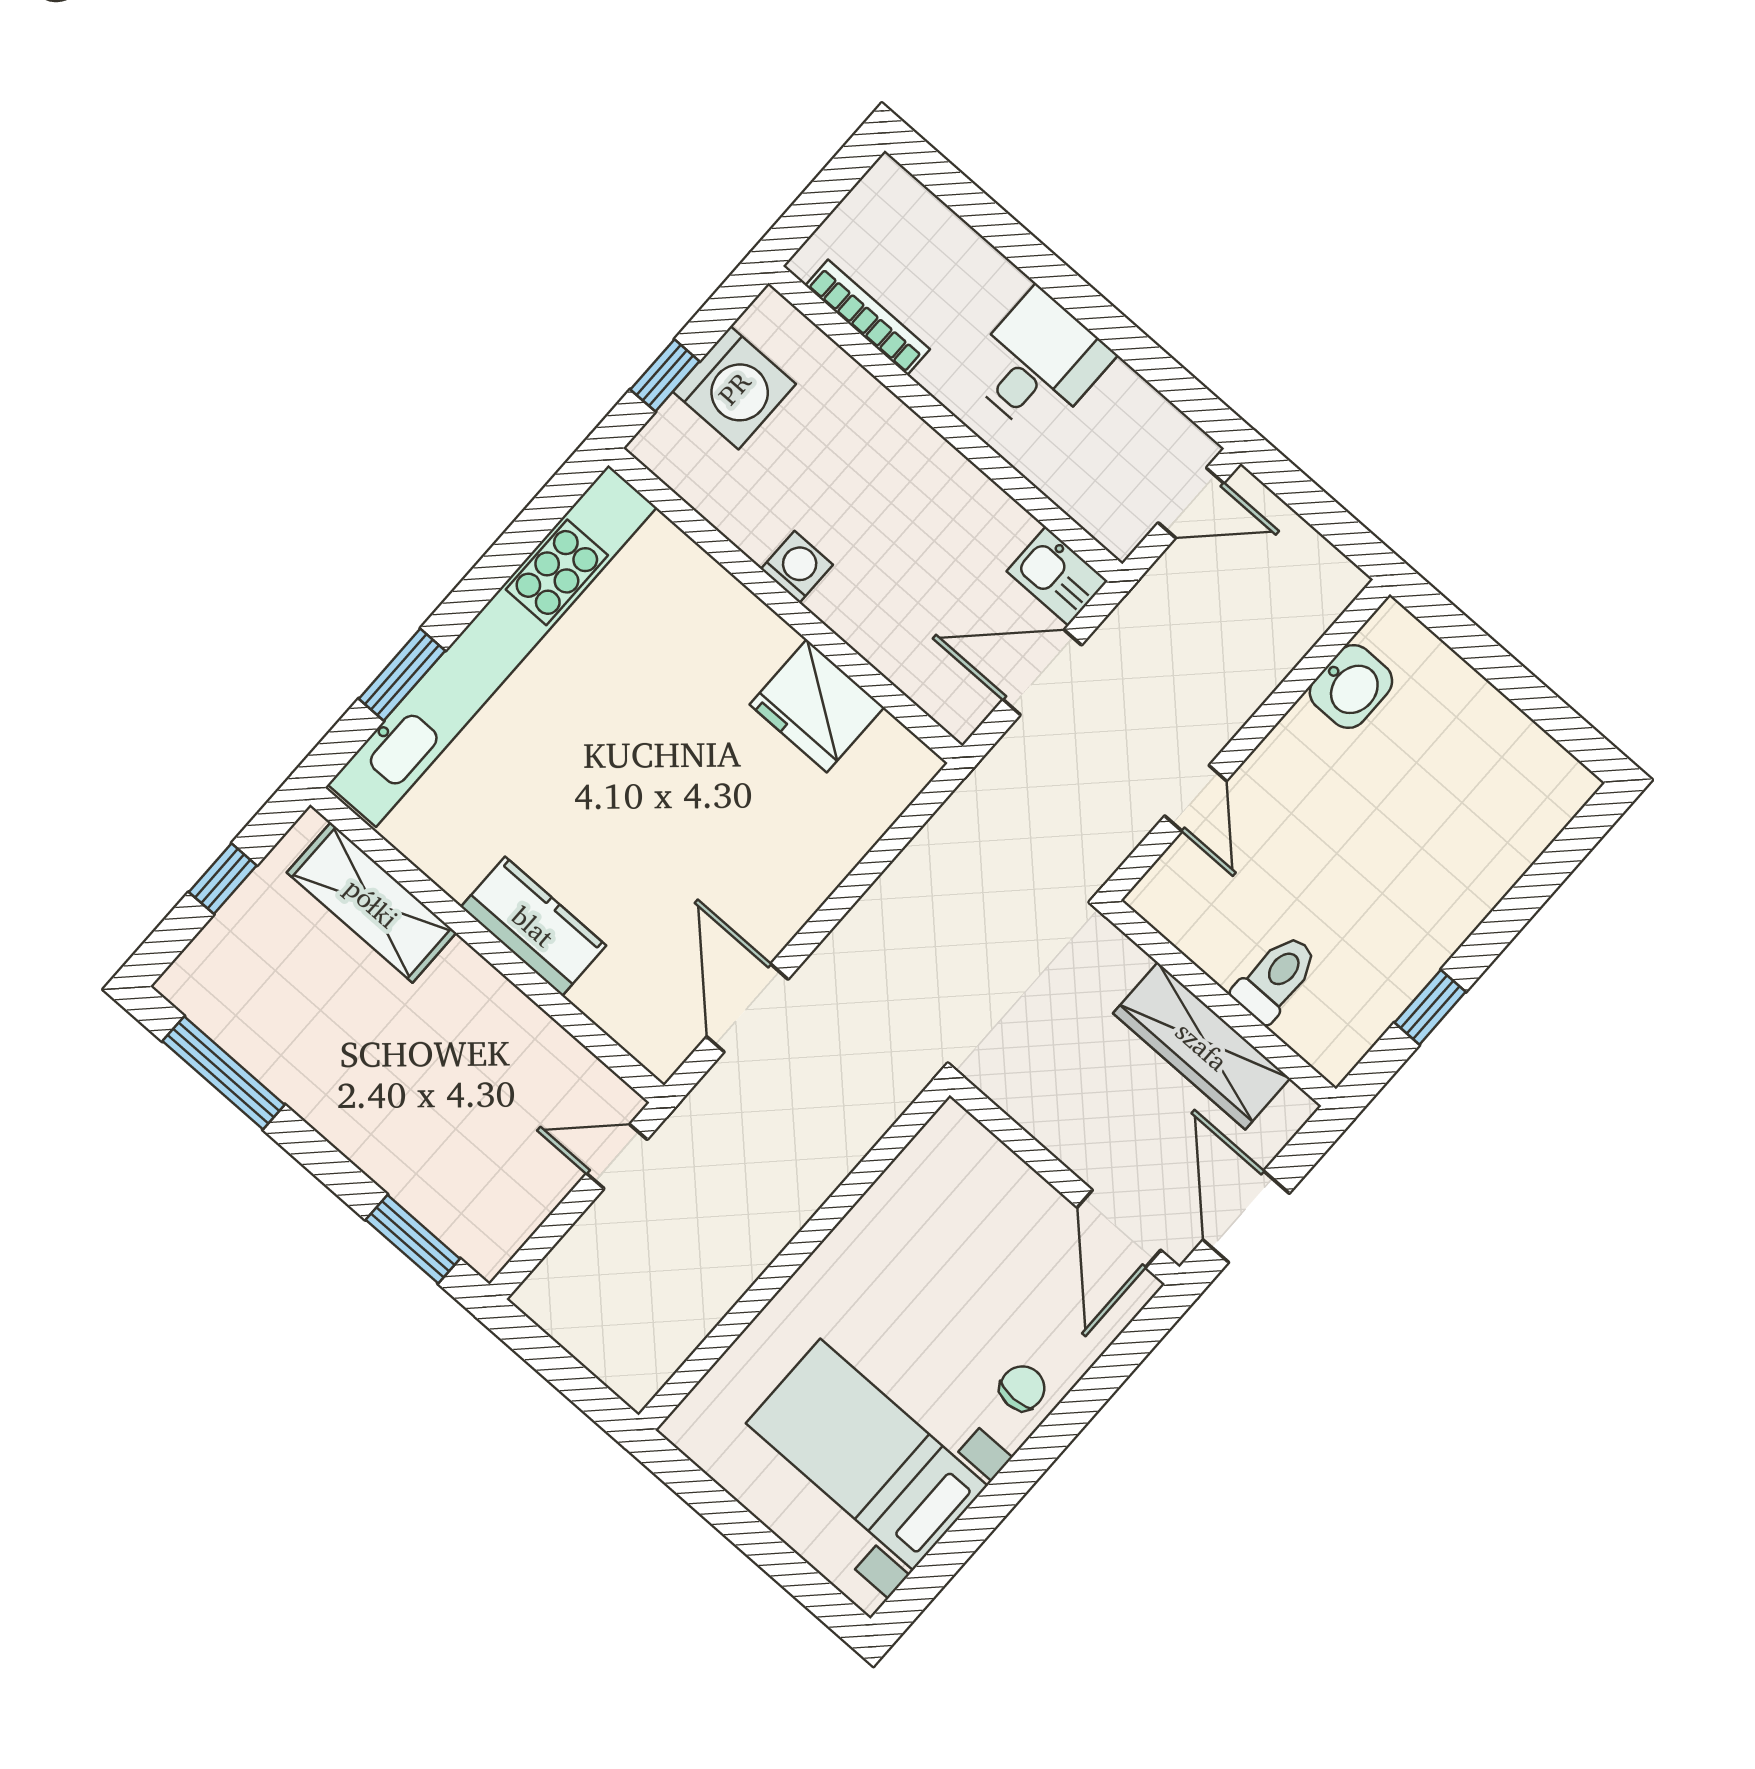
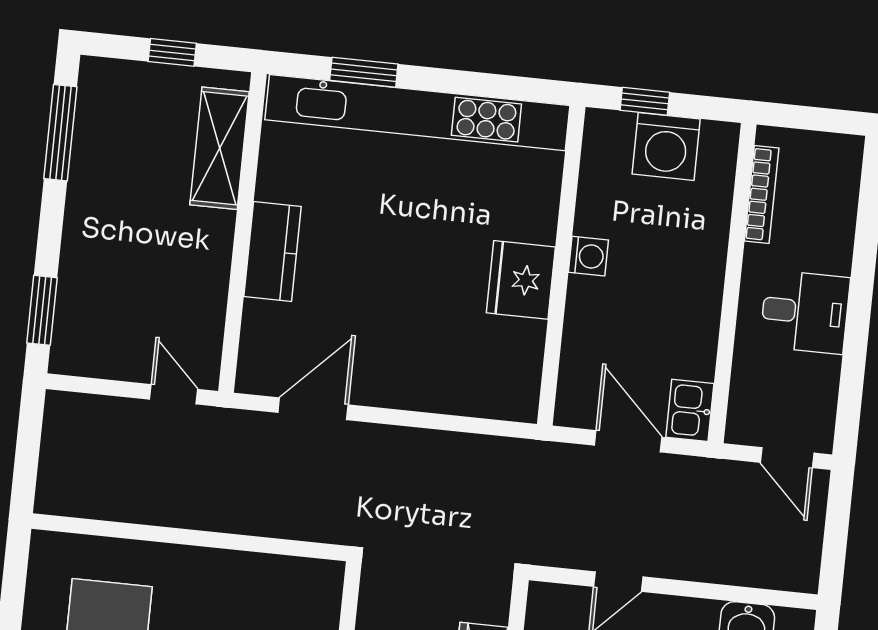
fridge: (817, 706) -> (521, 280), moved

